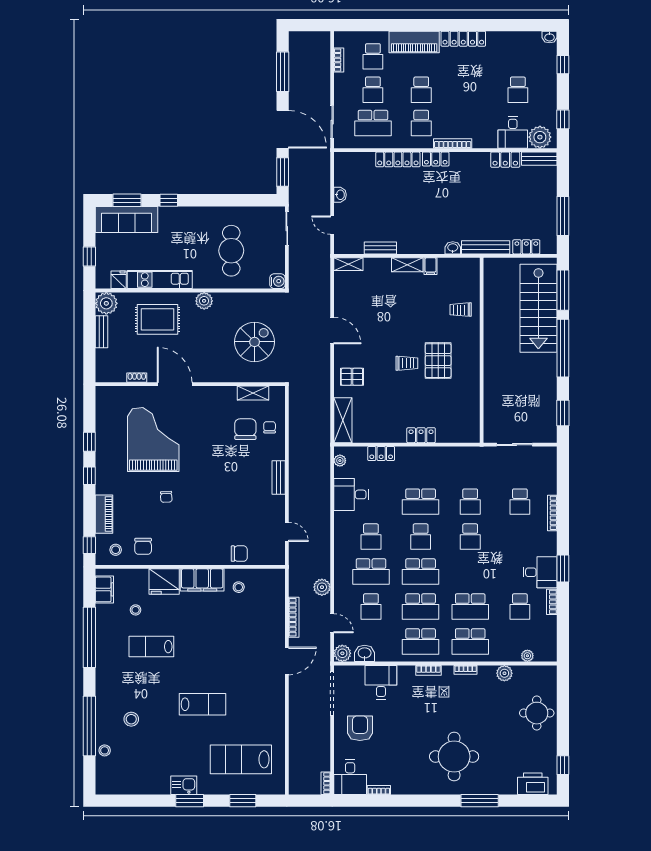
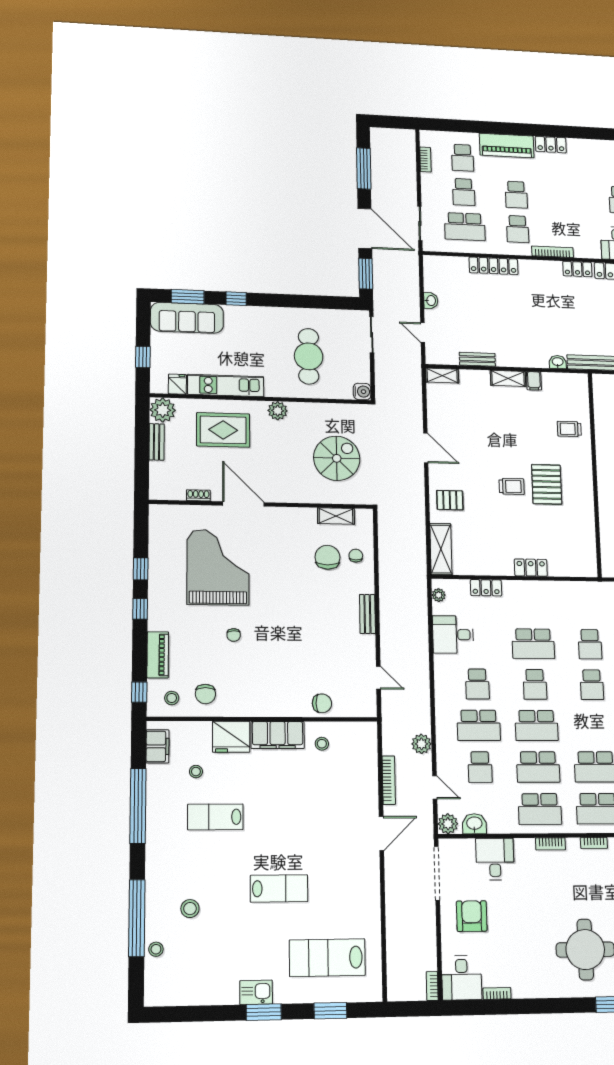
locker: (463, 39) -> (551, 145), width x0.66
locker: (436, 159) -> (577, 269), moved

